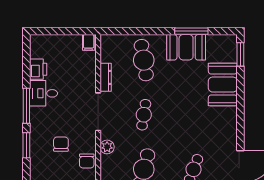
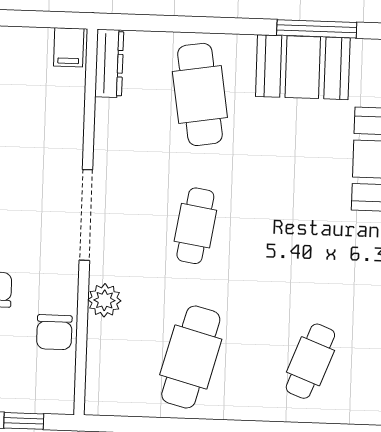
dresser: (106, 77) -> (109, 63), moved

